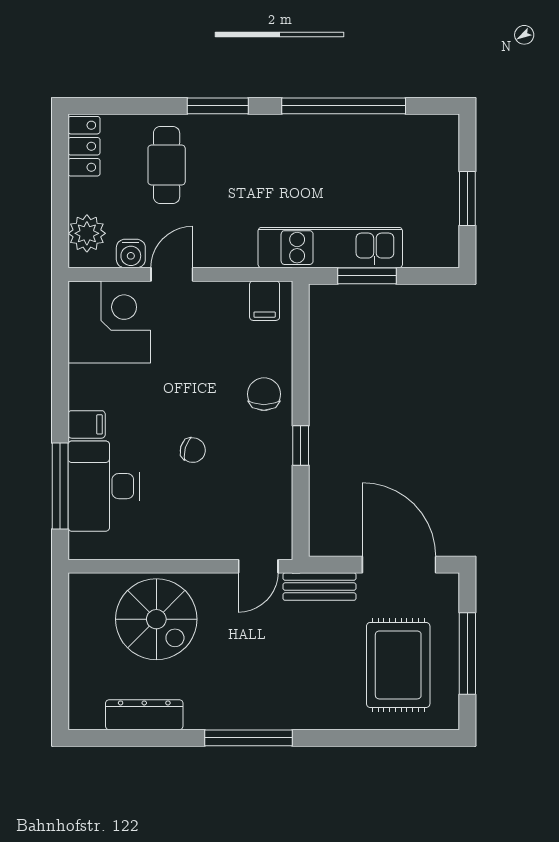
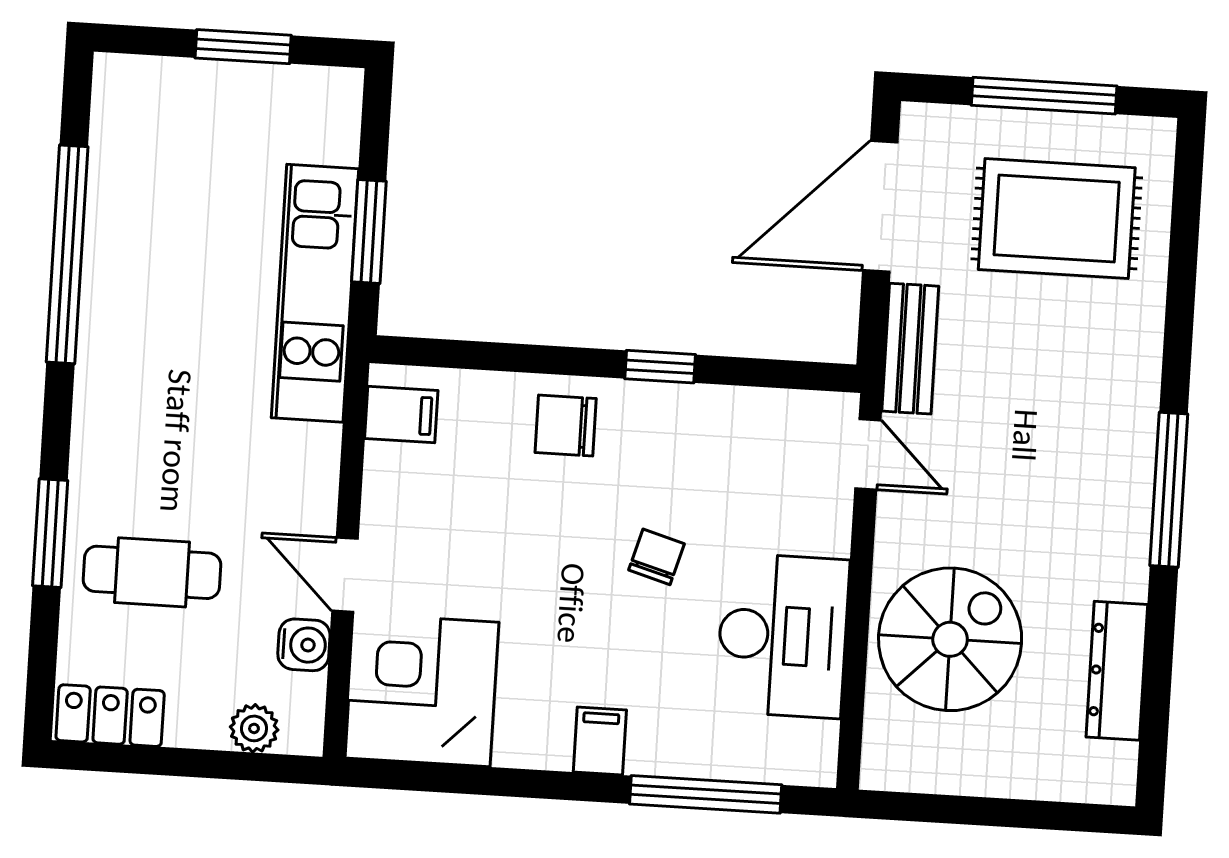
window: (218, 106) -> (50, 533), moved
plant: (87, 233) -> (254, 728), width x0.73, depth x0.73
desk: (104, 486) -> (783, 636), moved, turned -90

